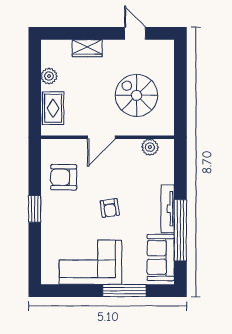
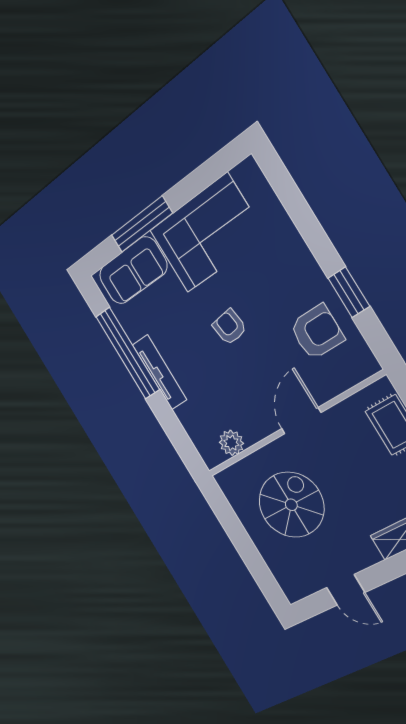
spiral stairs: (137, 95) -> (291, 505), turned -90
window: (35, 209) -> (349, 292), moved
sofa: (161, 257) -> (133, 270), moved, turned 90

